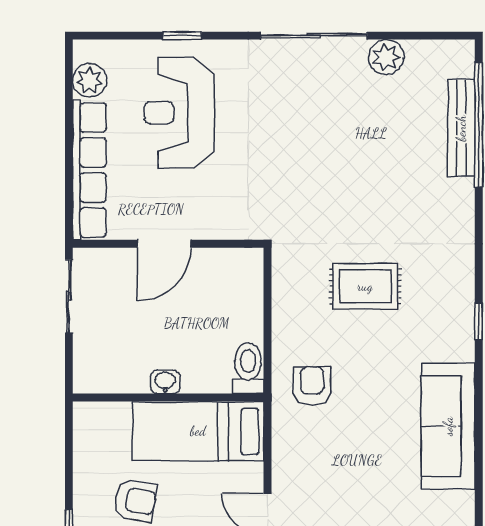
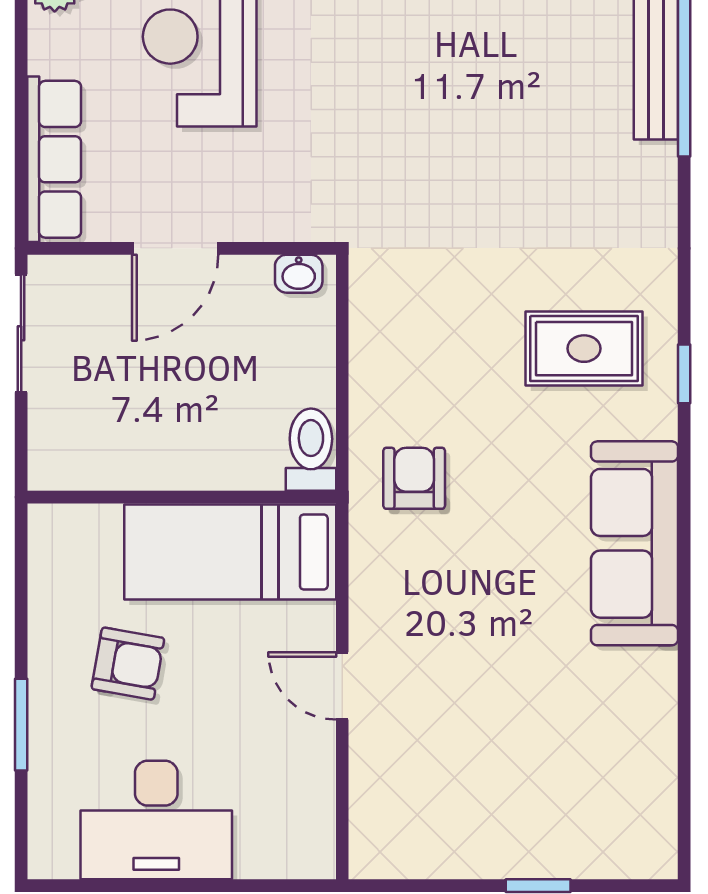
row of seats: (89, 170) -> (54, 159), width x0.73
rug: (365, 286) -> (584, 349), moved
washbasin: (165, 382) -> (299, 274), moved, turned 180

